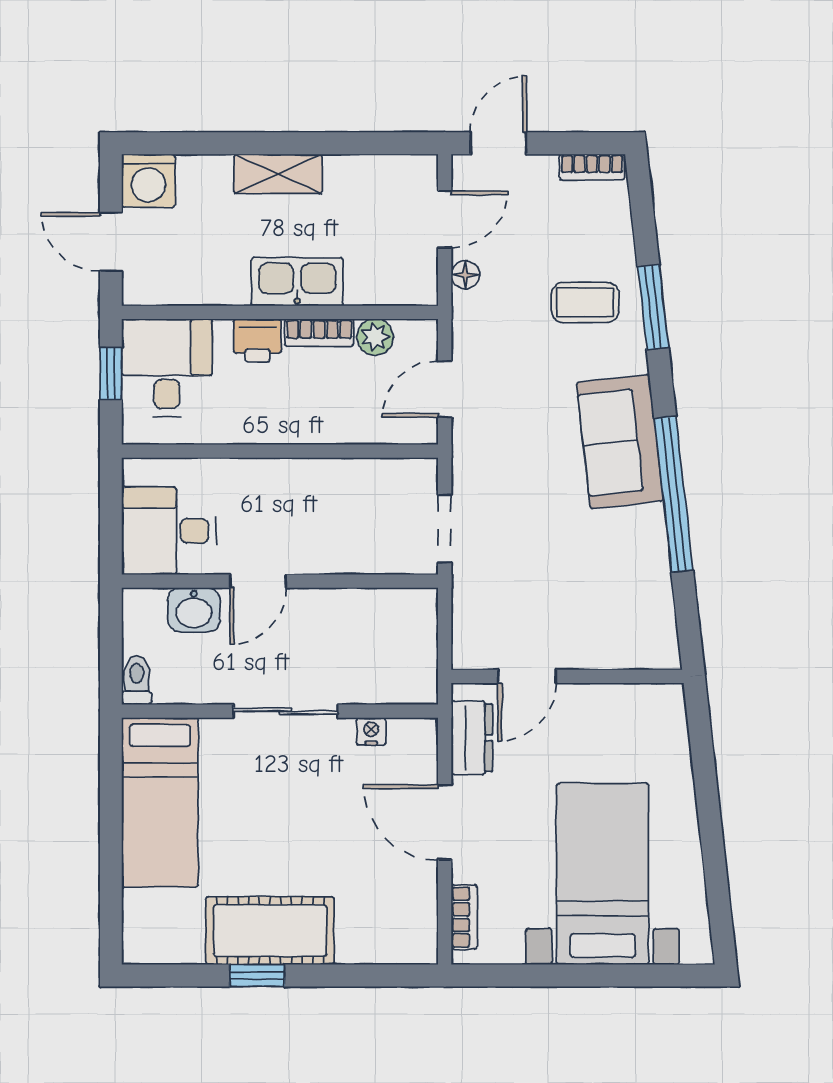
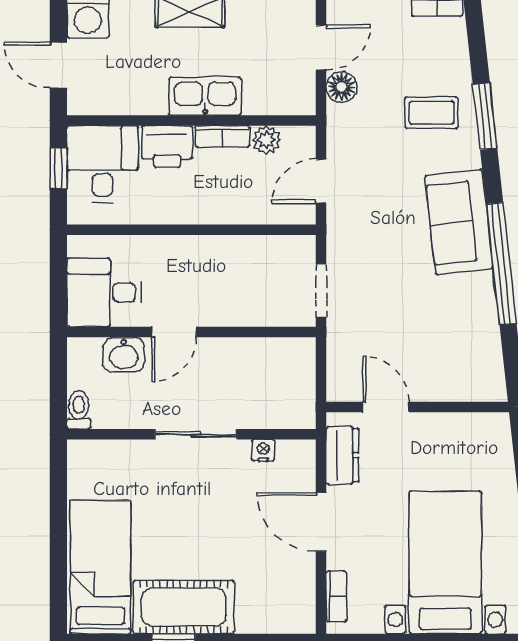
floor lamp: (465, 275) -> (342, 87), width x1.37, depth x1.37
printer: (257, 340) -> (167, 147), width x1.36, depth x1.24
door: (527, 676) -> (386, 407), swing flipped
bed: (160, 802) -> (100, 567), moved, turned 180

